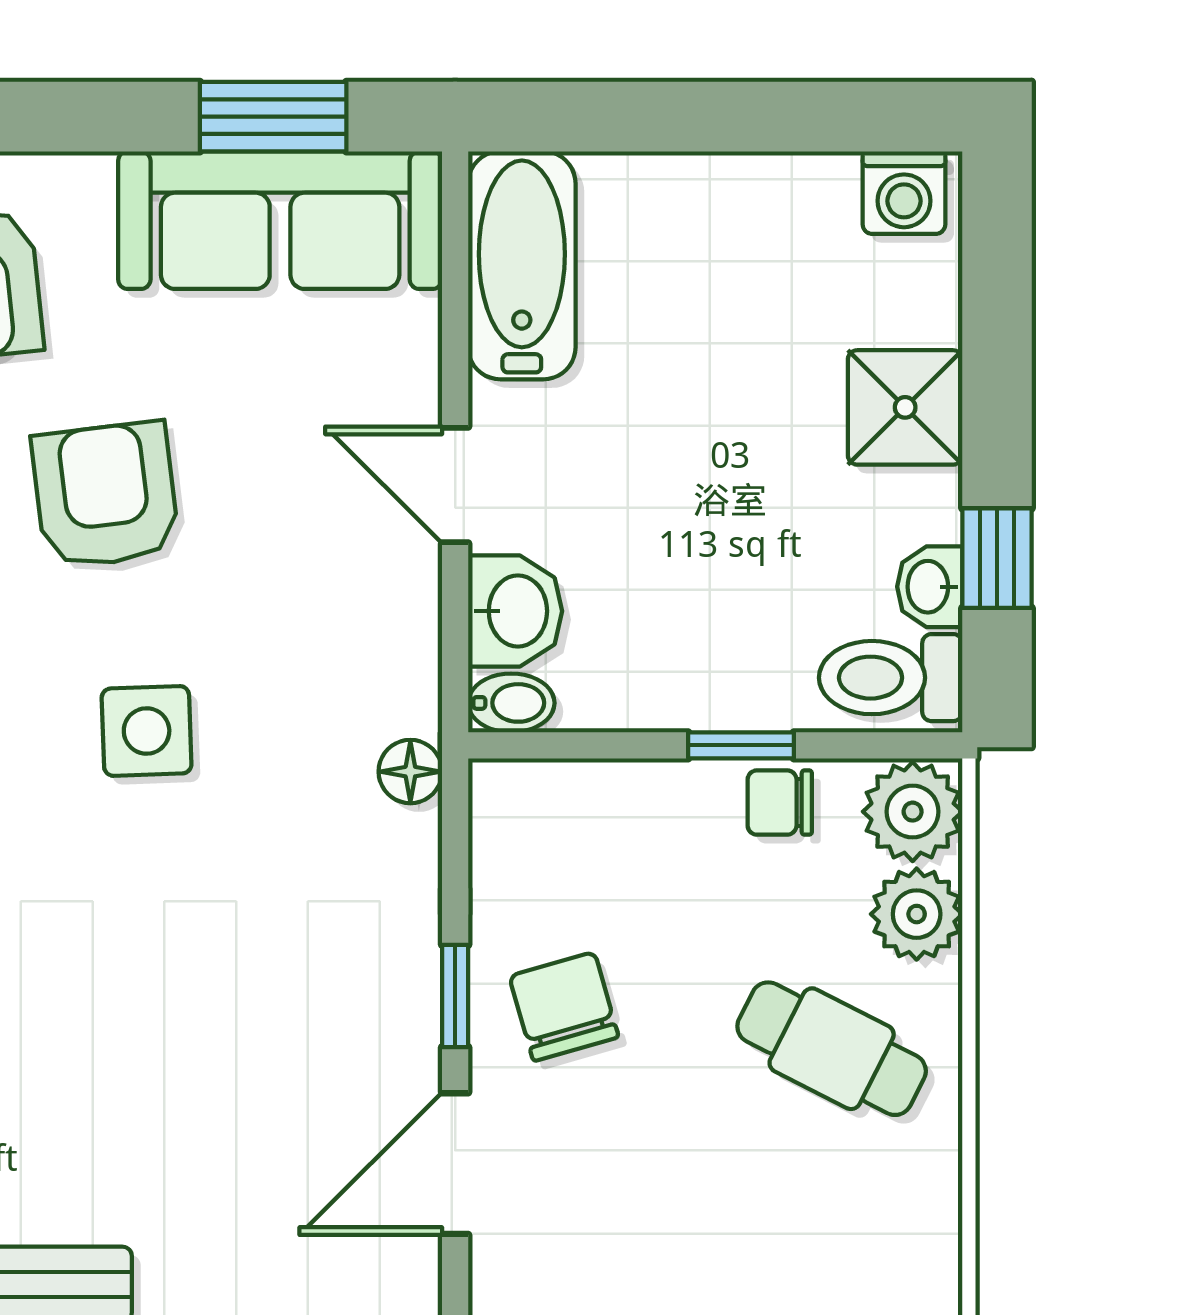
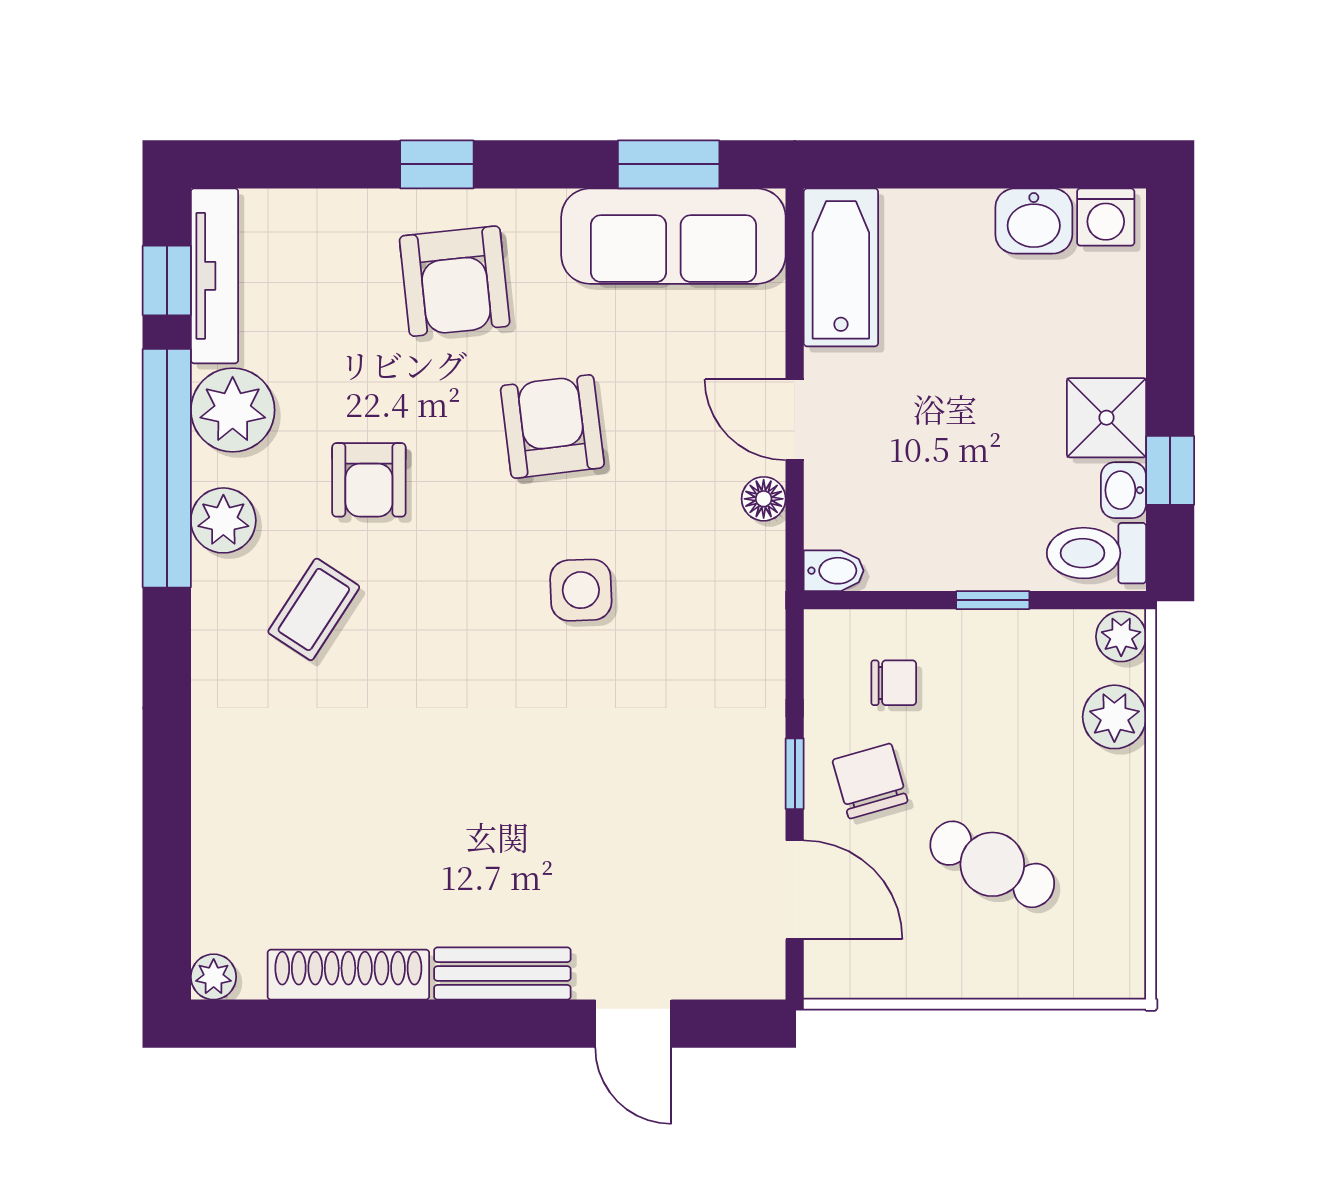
shower: (905, 407) -> (1106, 418), moved
washbasin: (515, 611) -> (1034, 221), moved, turned 90
floor lamp: (410, 772) -> (764, 499), moved
chair: (780, 803) -> (894, 683), moved, turned 180
plant: (913, 812) -> (1121, 637), width x0.73, depth x0.73
cafe table: (832, 1049) -> (992, 864), moved
door: (455, 1164) -> (795, 890), swing flipped

